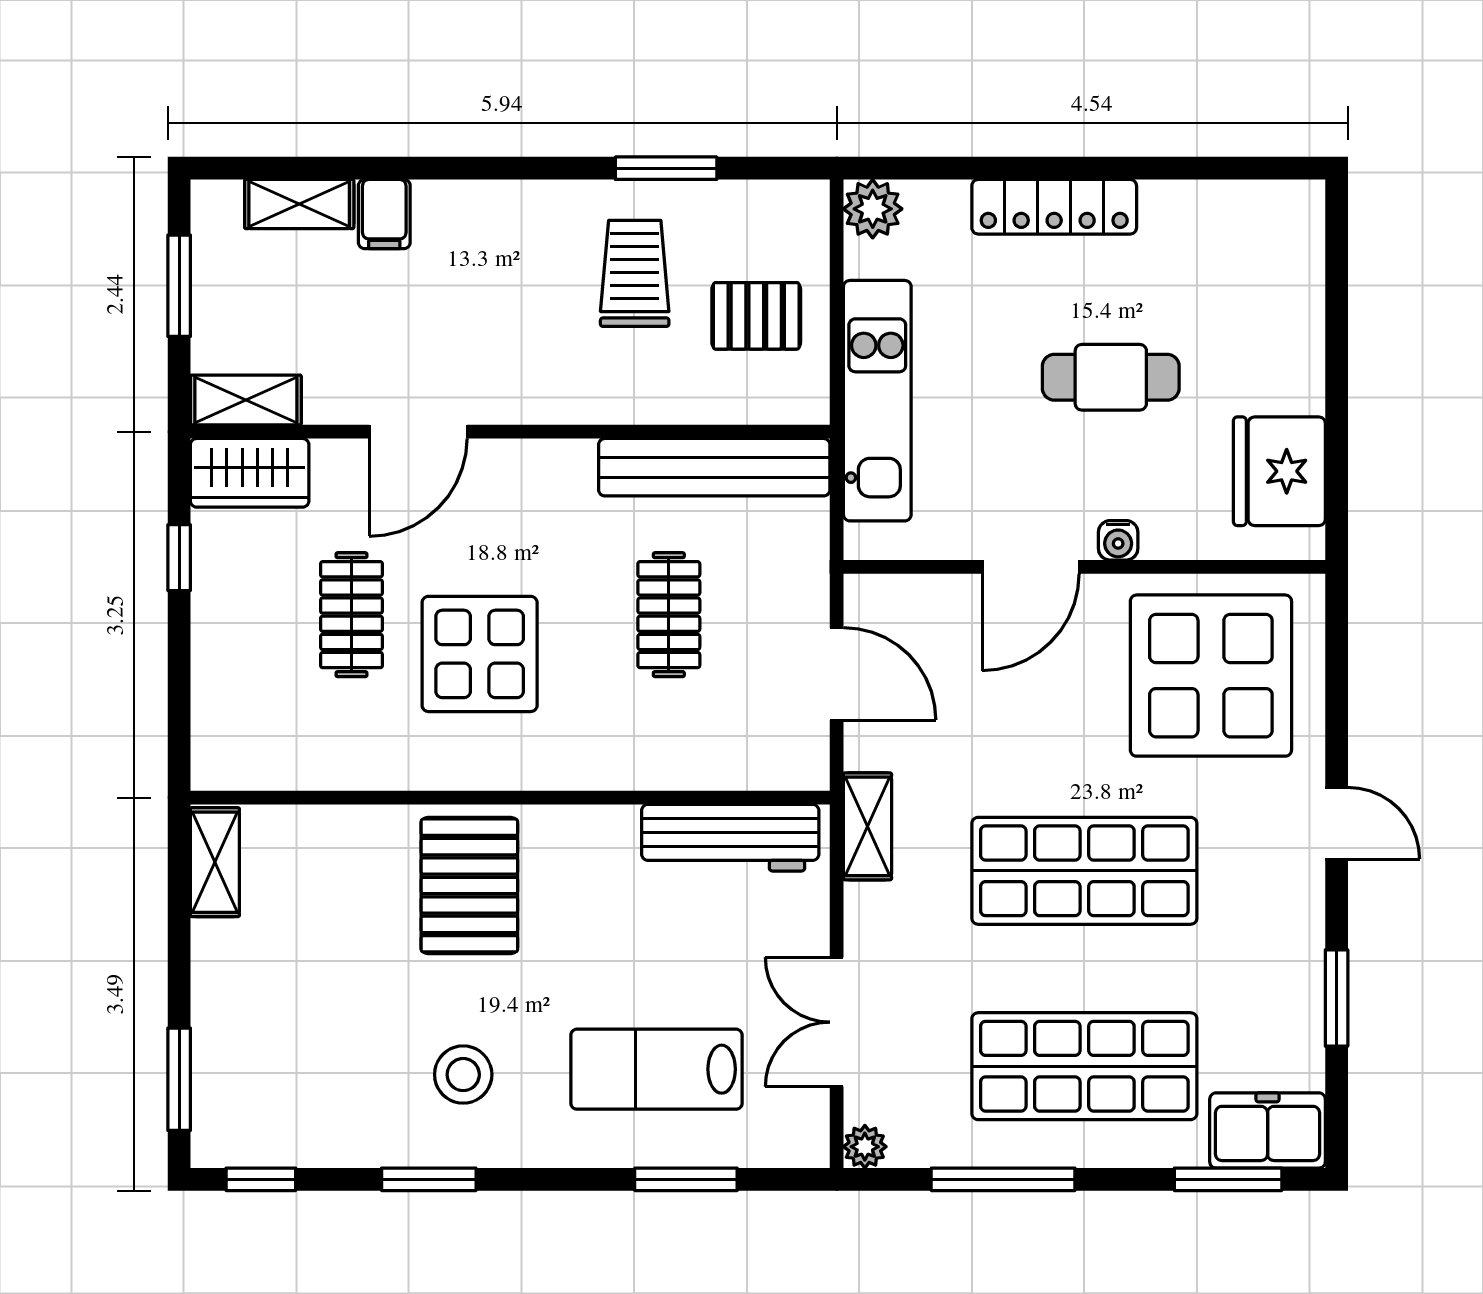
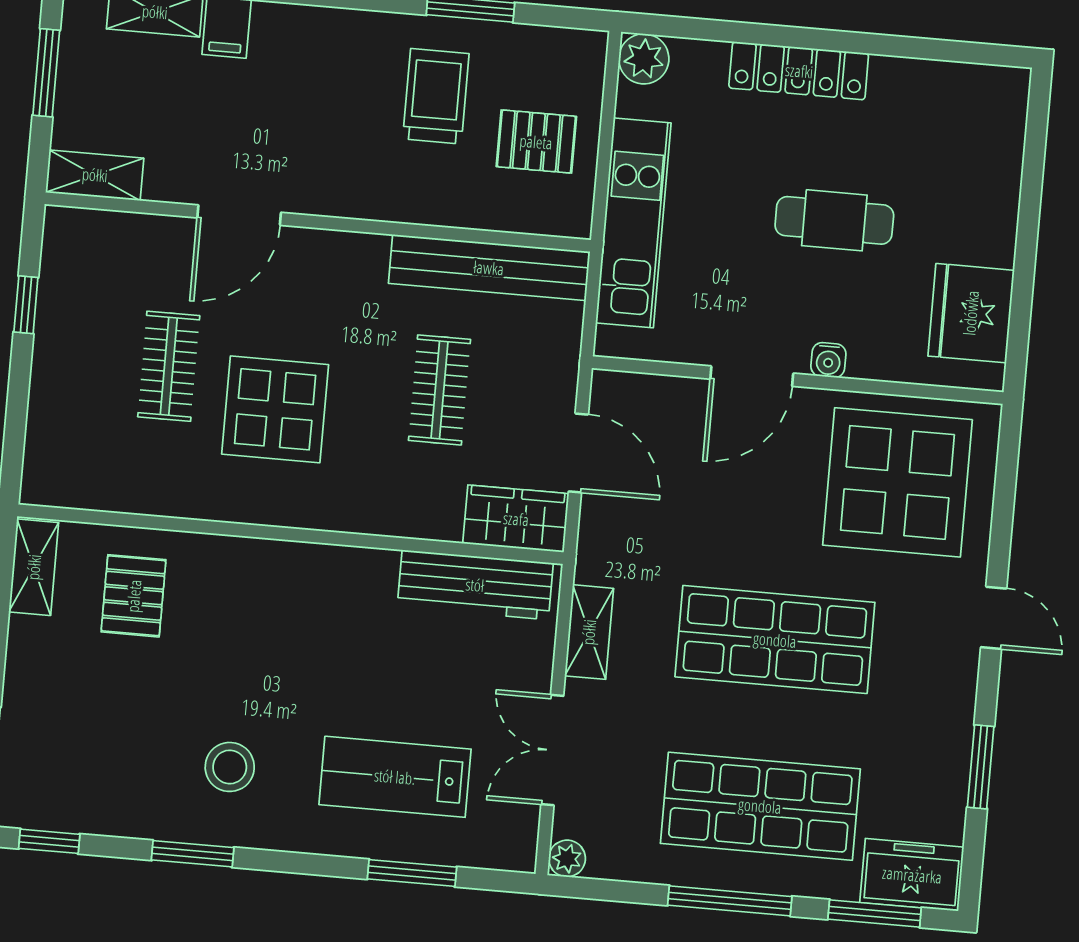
wardrobe: (250, 473) -> (516, 519), moved, turned 180
shelving: (867, 826) -> (589, 632), moved
pallet: (469, 885) -> (134, 596), moved, width x0.67, depth x0.71
window: (1003, 1179) -> (730, 901), moved

